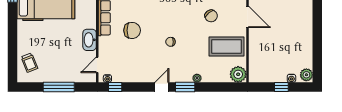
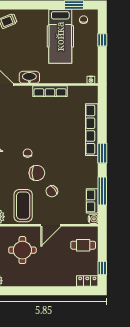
chair: (132, 30) -> (37, 173), moved, turned -90
round table: (274, 47) -> (22, 250), added

